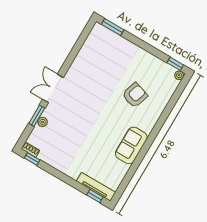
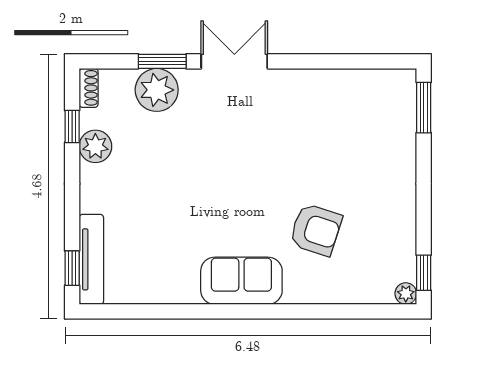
plant: (43, 122) -> (157, 90), width x1.87, depth x1.87
sofa: (131, 145) -> (241, 281), moved
window: (32, 159) -> (72, 126), moved
plant: (54, 160) -> (95, 146), added

